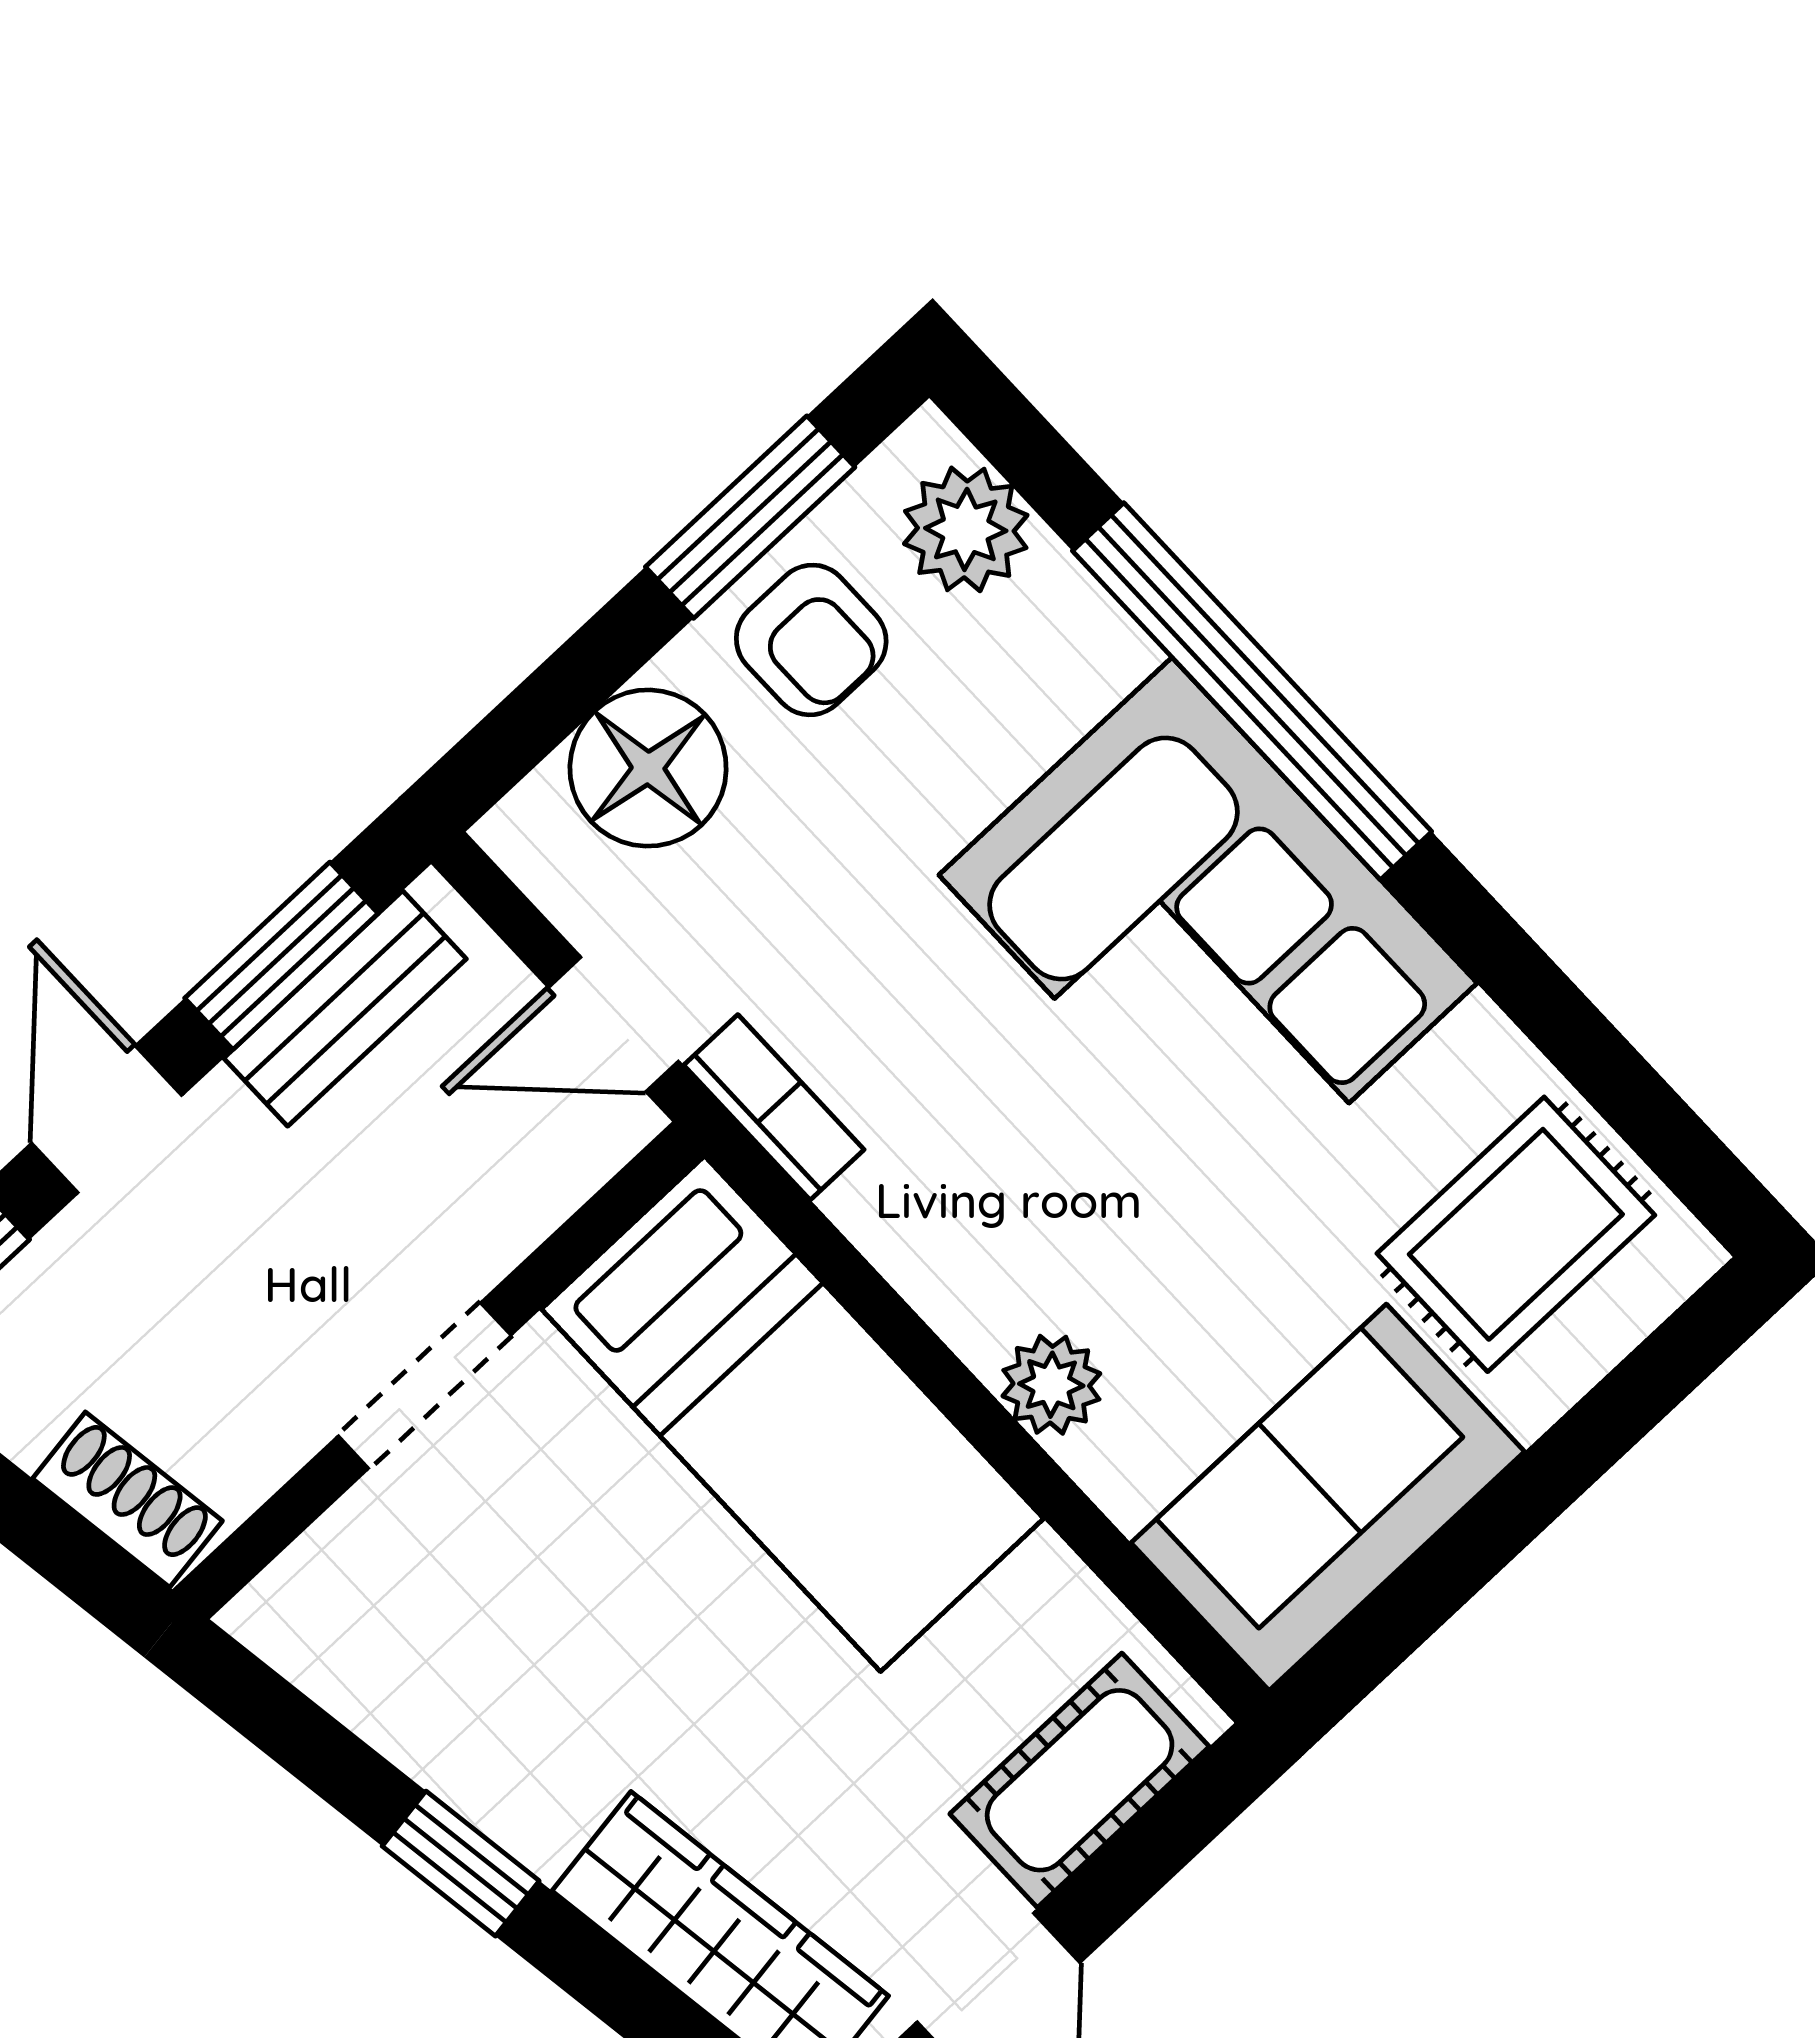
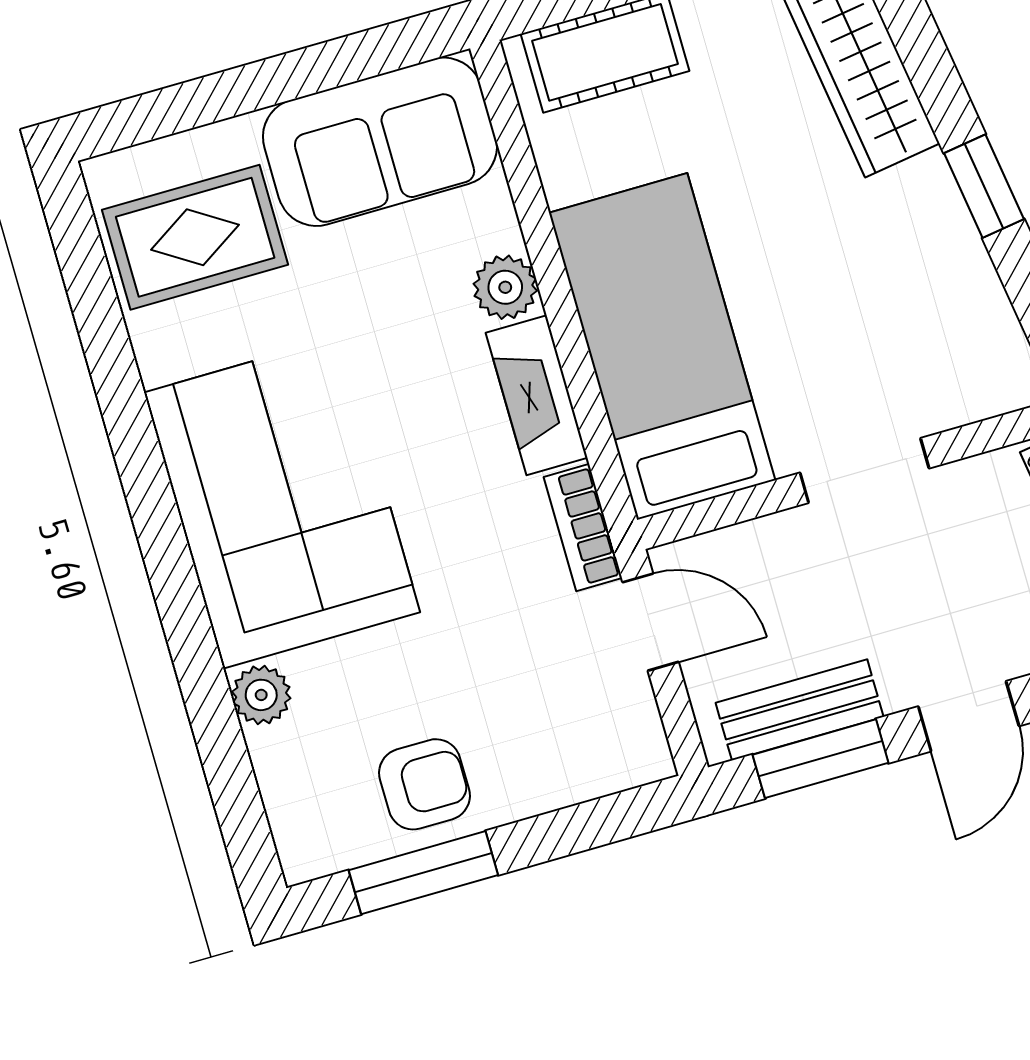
plant: (966, 529) -> (261, 695), moved, width x0.73, depth x0.73
armchair: (811, 640) -> (425, 784), turned 90
window: (1252, 691) -> (187, 626), removed
floor lamp: (648, 768) -> (556, 759), removed
fireplace: (931, 1258) -> (537, 395), added

